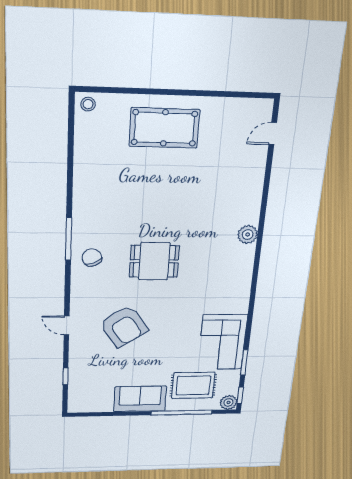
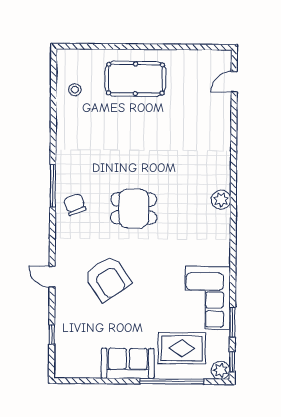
stool: (88, 104) -> (75, 90), moved
plant: (248, 234) -> (221, 200), moved

